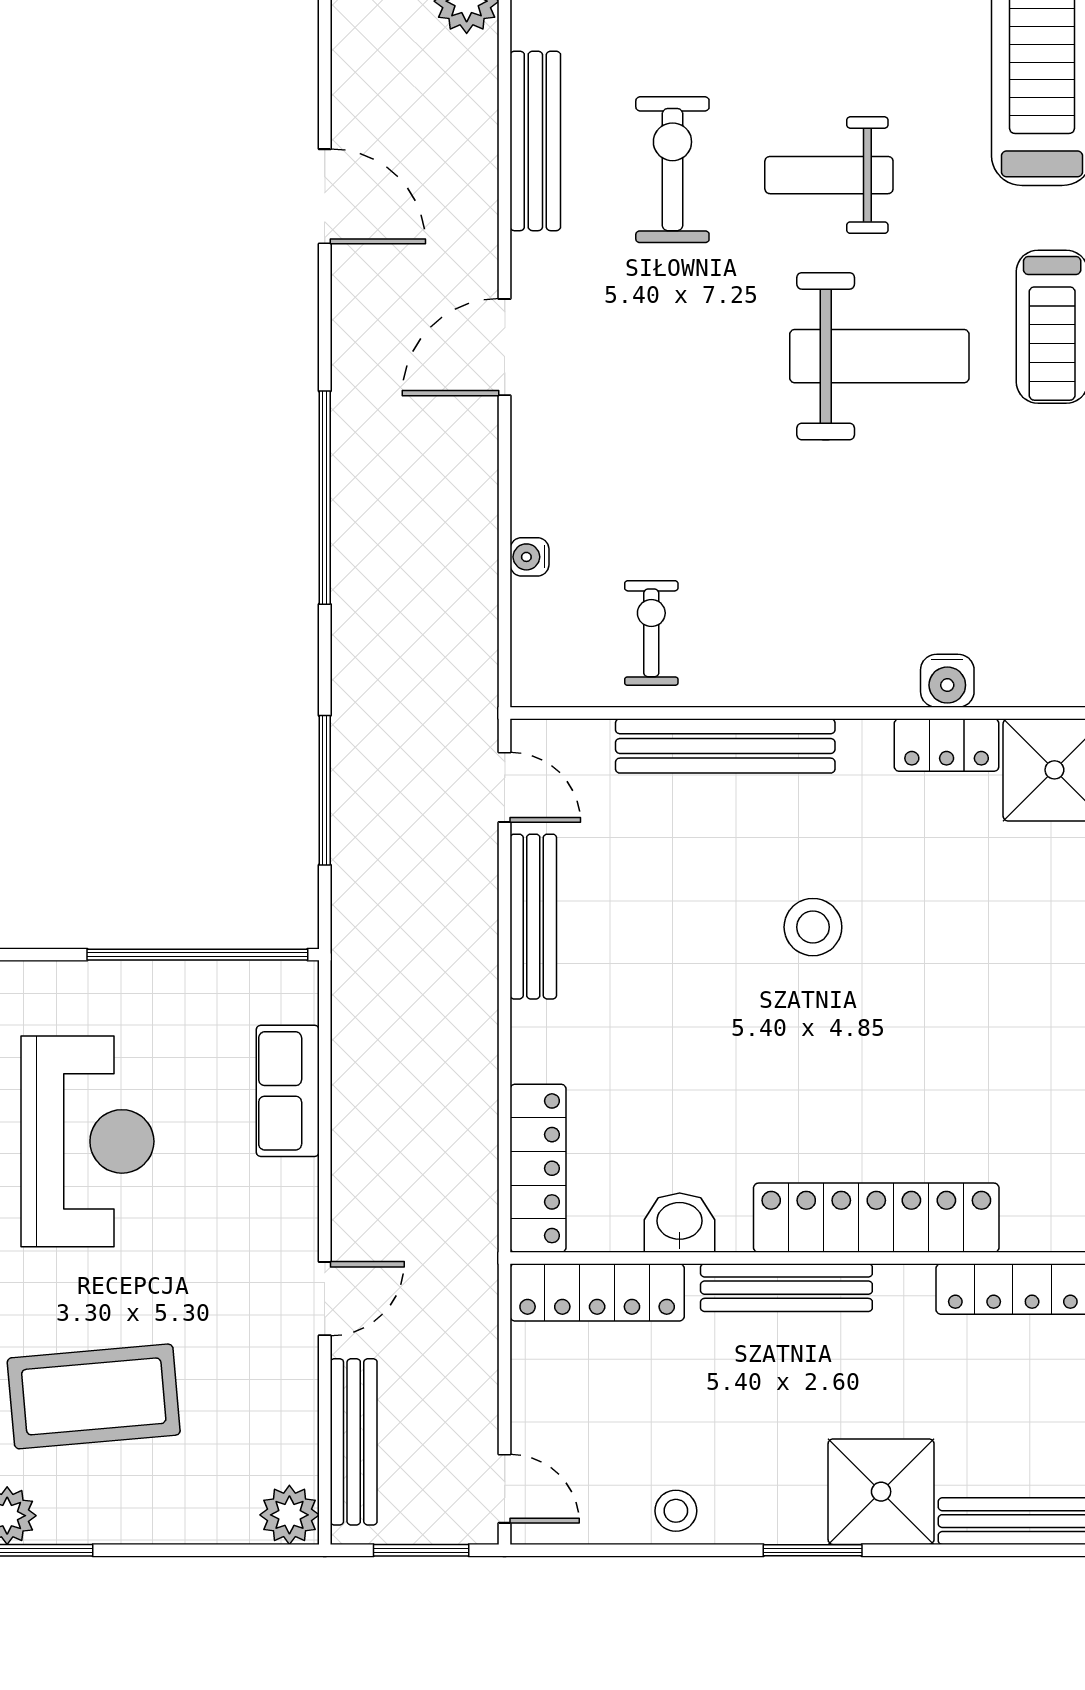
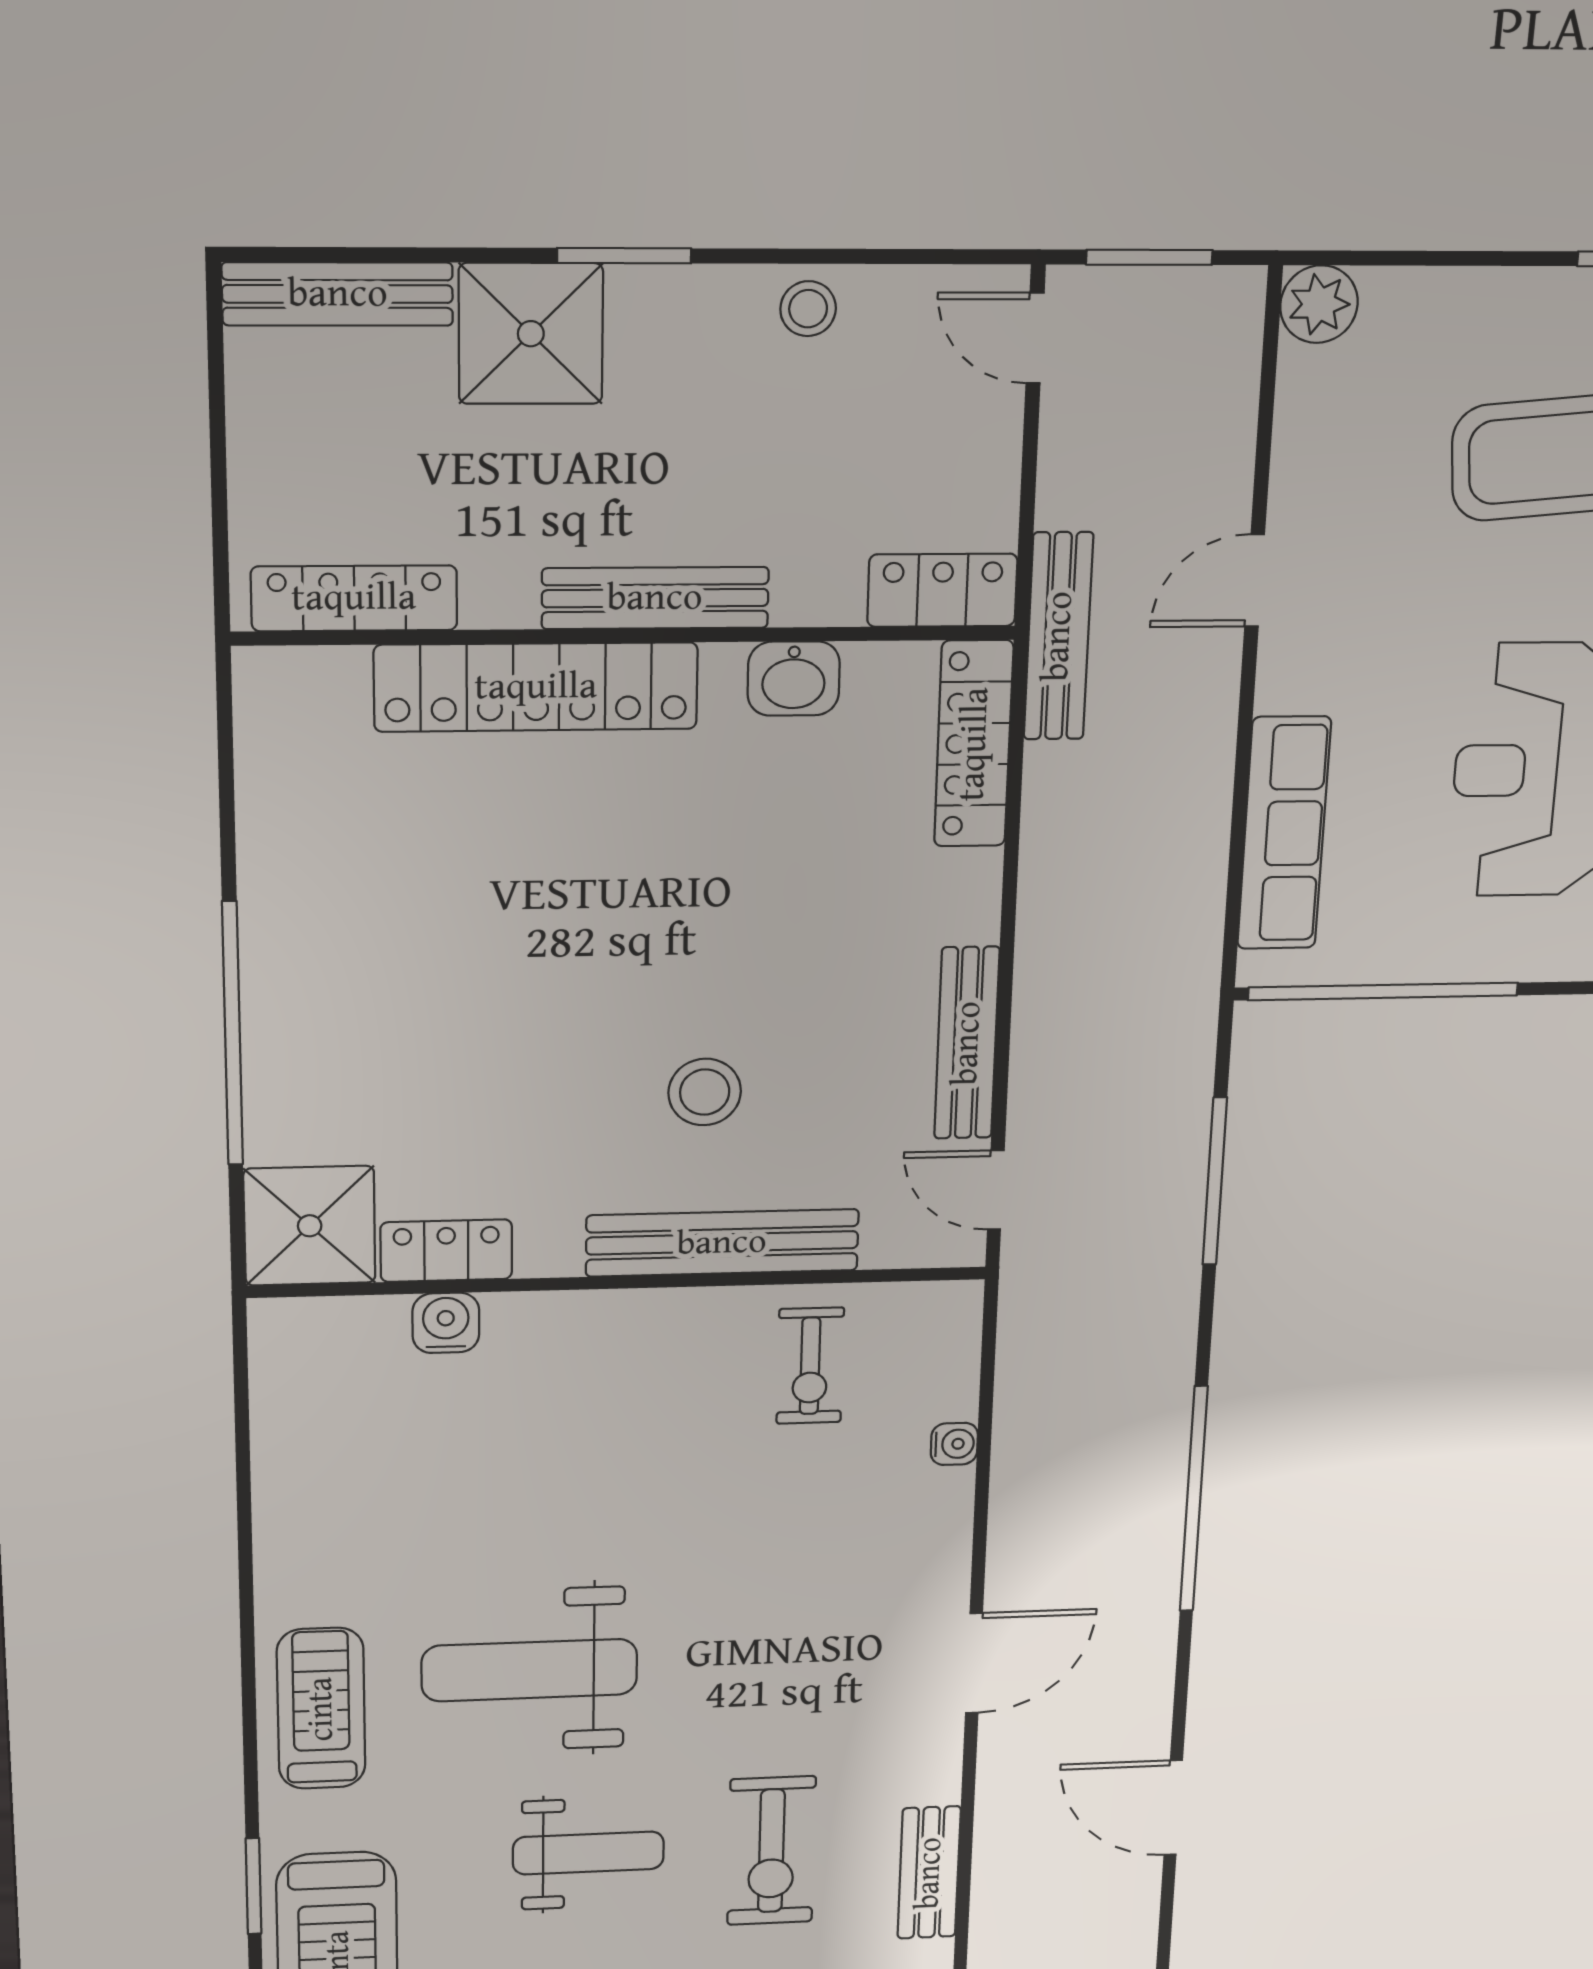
bench: (535, 141) -> (929, 1873), width x0.73
stool: (813, 927) -> (705, 1092), moved
row of seats: (288, 1091) -> (1284, 833), width x1.48
locker: (597, 1292) -> (942, 590), width x0.66
bench: (354, 1442) -> (1058, 636), moved

